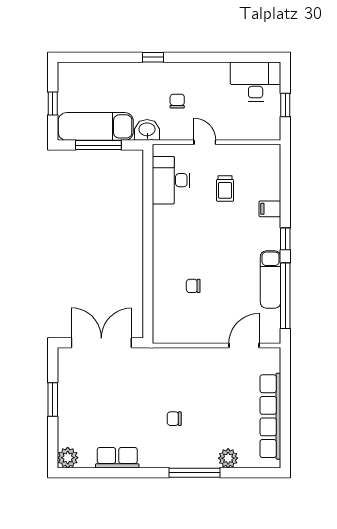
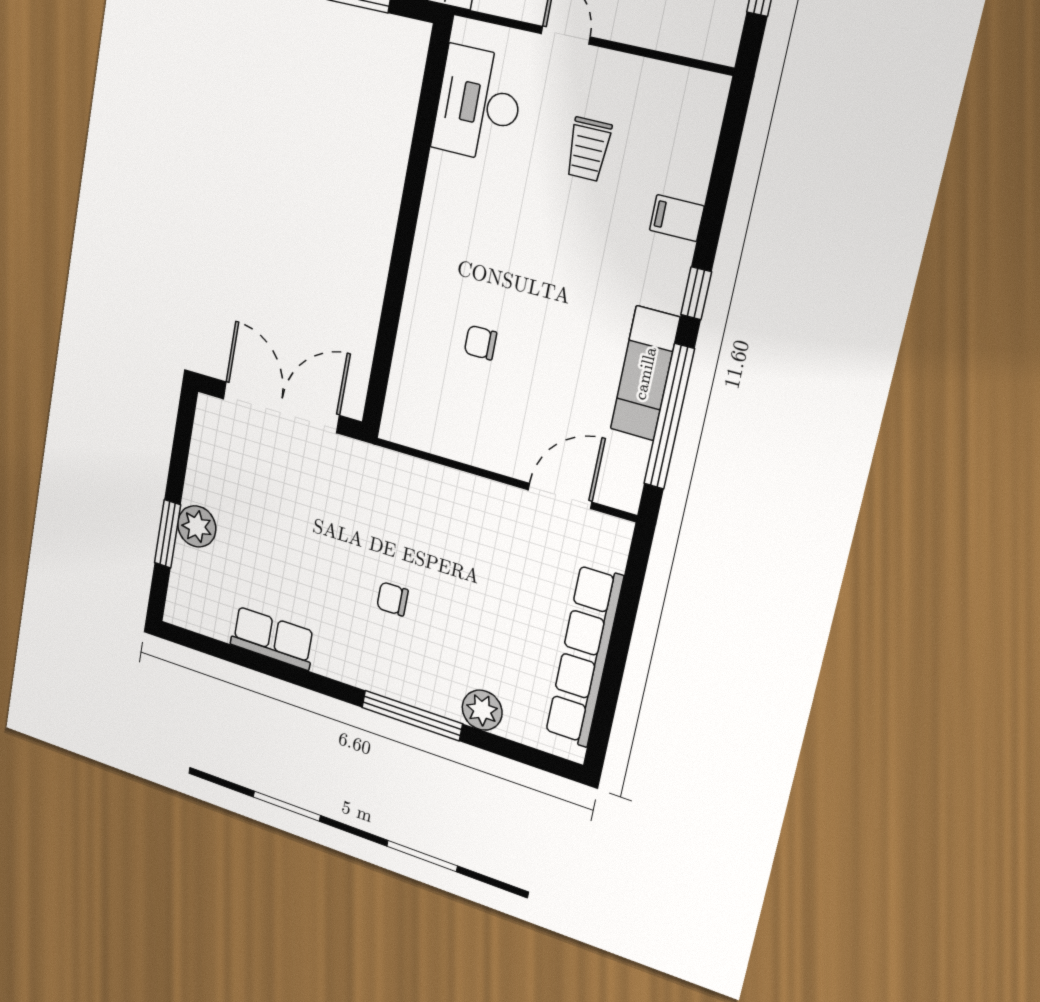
window: (53, 399) -> (167, 534), moved
plant: (68, 458) -> (197, 526), moved

